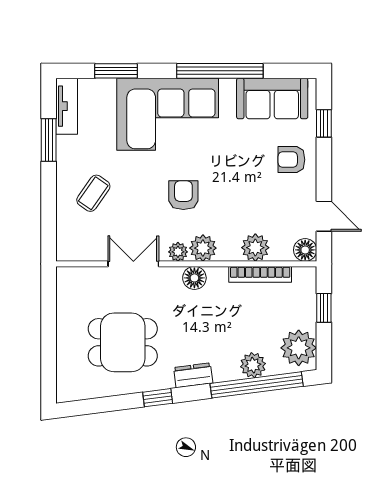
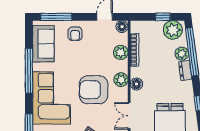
window: (324, 123) -> (56, 17), width x2.17
armchair: (183, 195) -> (94, 90), width x1.88, depth x1.88
plant: (178, 252) -> (123, 93), removed
window: (324, 308) -> (163, 17), moved
dresser: (193, 375) -> (185, 71), moved

